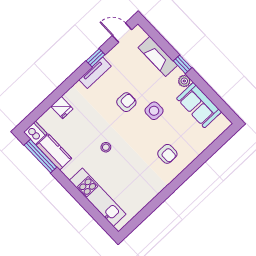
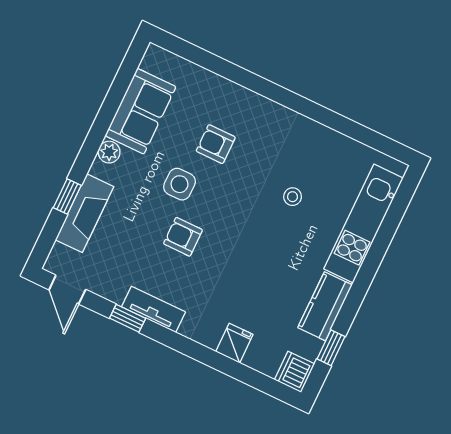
window: (183, 64) -> (67, 197), moved
stool: (106, 147) -> (293, 197), moved
kitchen counter: (54, 152) -> (325, 306), moved
armchair: (167, 154) -> (216, 144), moved, turned -90
window: (40, 156) -> (331, 348), width x0.46

